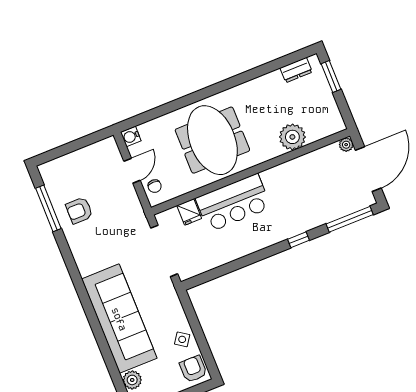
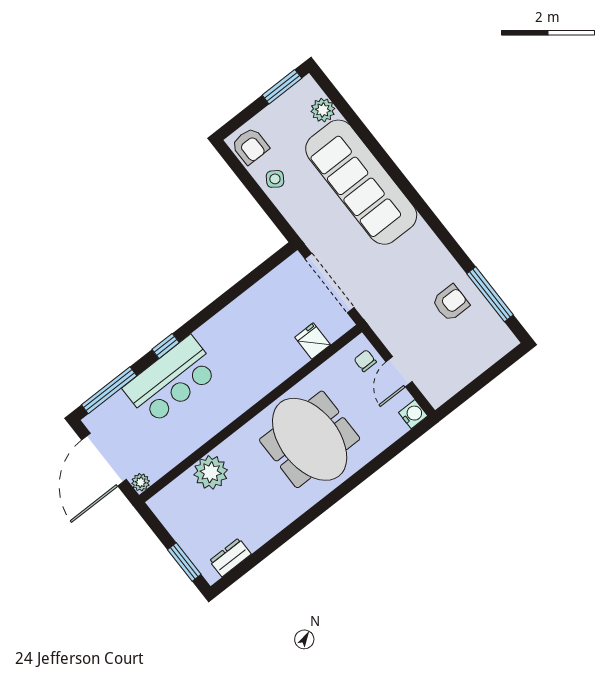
bar counter: (233, 203) -> (171, 380), moved, turned 180

